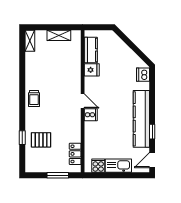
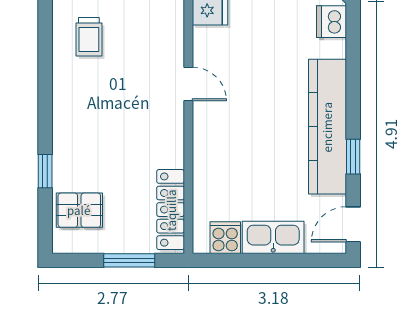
trolley: (34, 98) -> (89, 37), moved
cooker: (91, 115) -> (207, 117), removed
pallet: (41, 140) -> (79, 210), moved
locker: (75, 154) -> (171, 210), width x1.53

